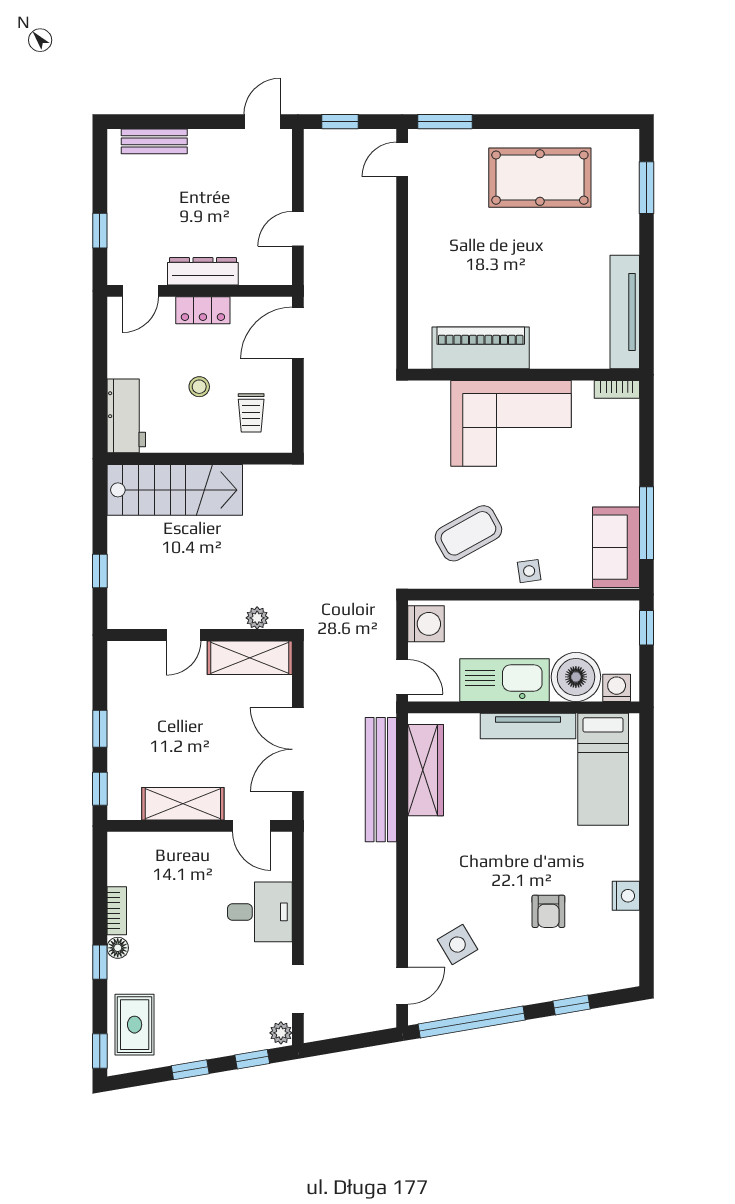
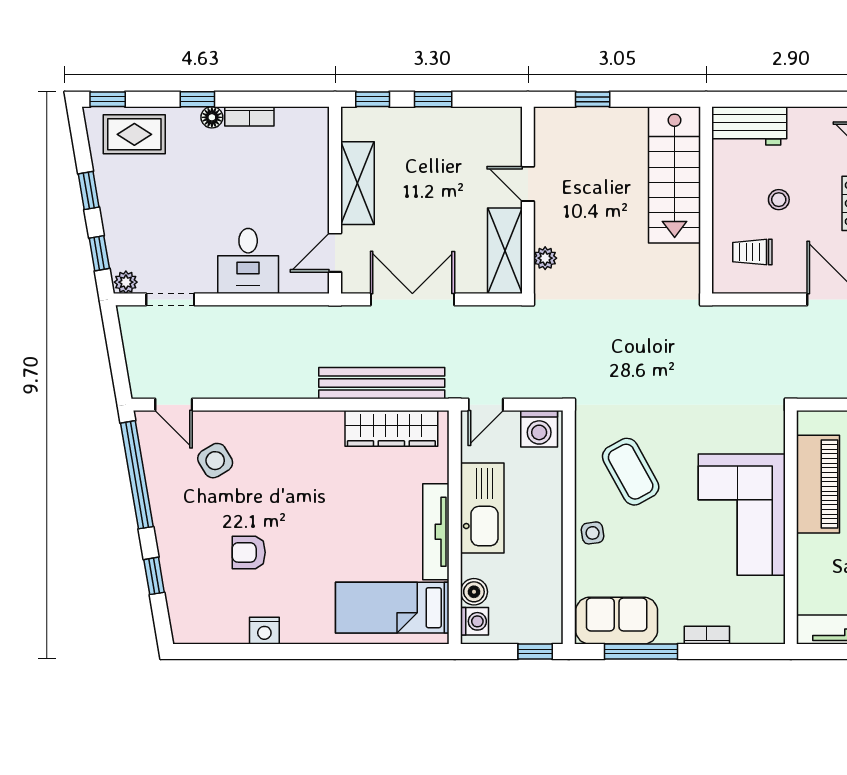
bookcase: (617, 389) -> (707, 635), moved, turned 90
boiler: (576, 677) -> (474, 592), width x0.54, depth x0.54

